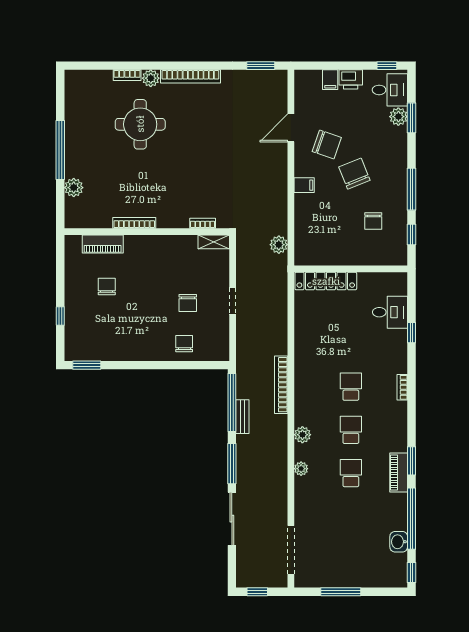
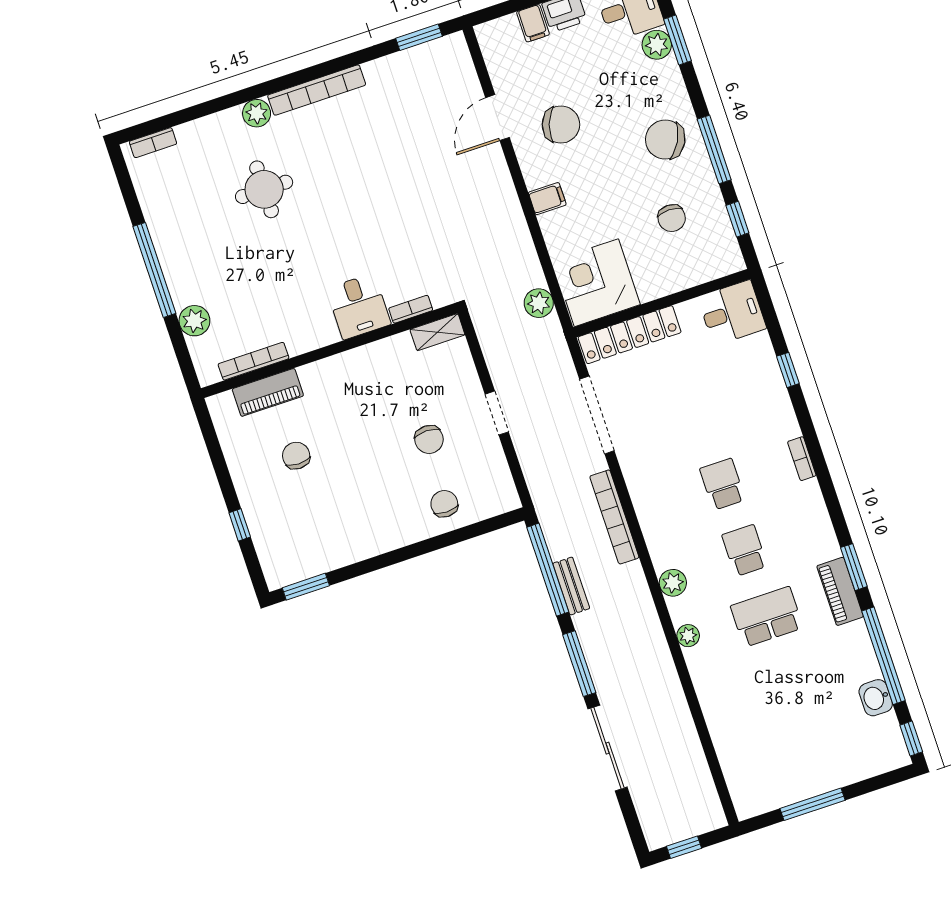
bookcase: (127, 75) -> (153, 143), moved
round table: (140, 124) -> (264, 189), width x0.73, depth x0.73
chair: (354, 174) -> (665, 140), moved, turned -40
desk: (173, 211) -> (359, 306), added
bookcase: (134, 223) -> (253, 361), moved
corner desk: (317, 244) -> (596, 283), added
desk: (390, 312) -> (732, 313), moved
school desk: (351, 473) -> (767, 617), width x1.85
doorway: (291, 550) -> (597, 415), moved

